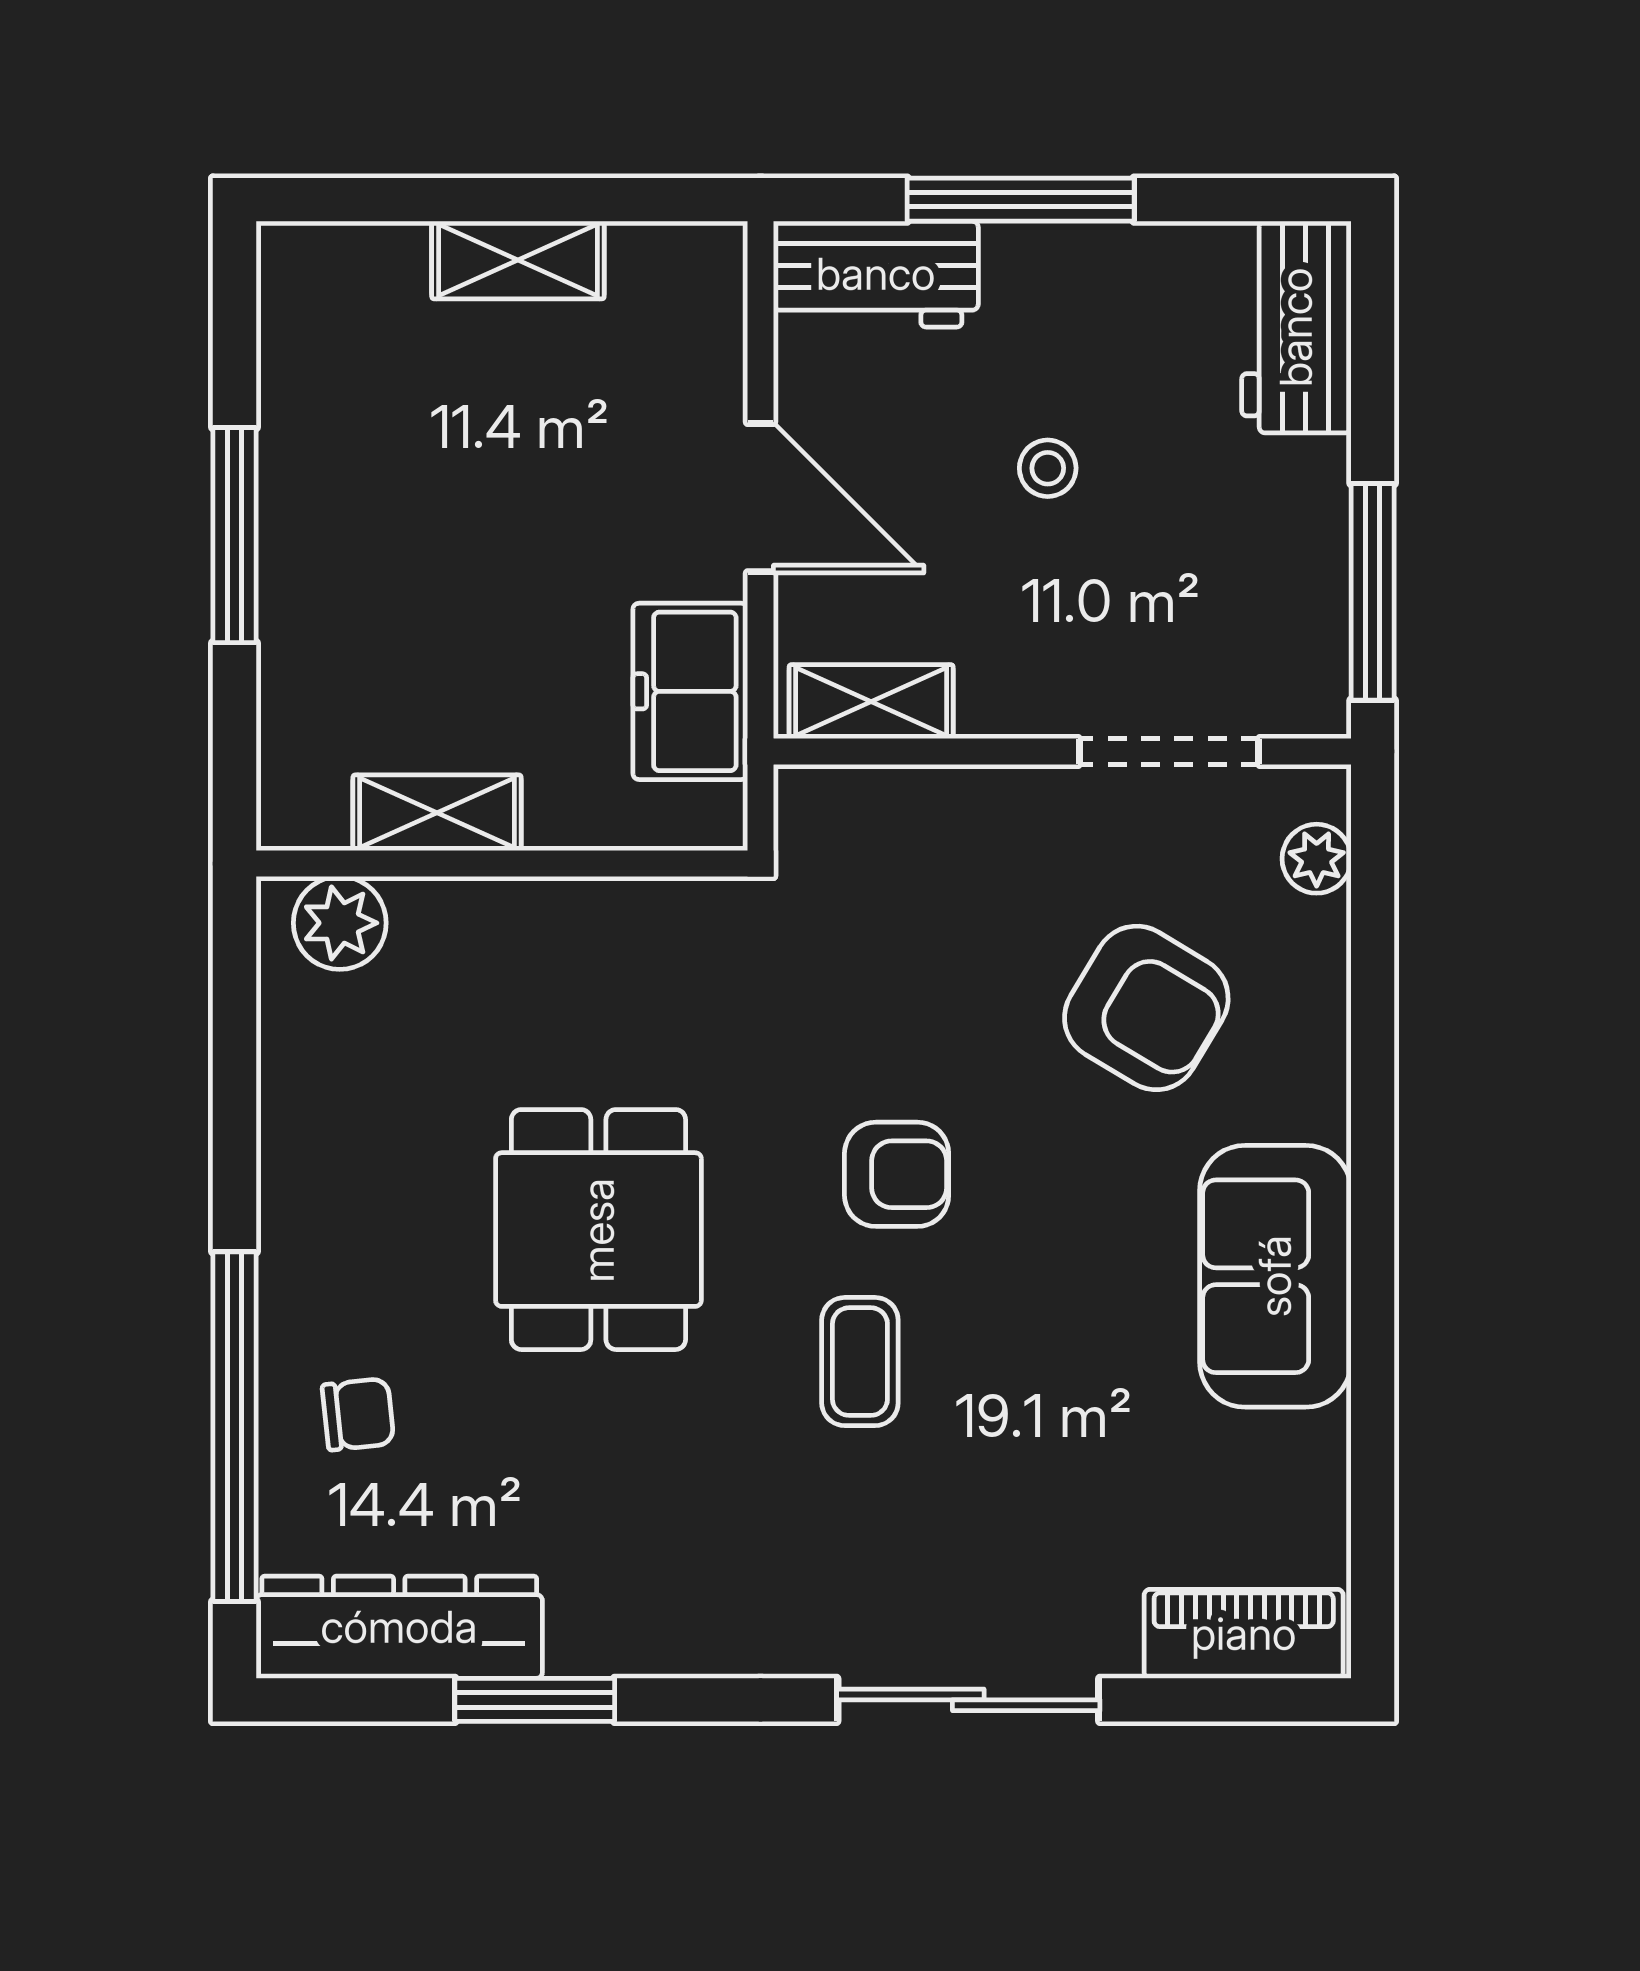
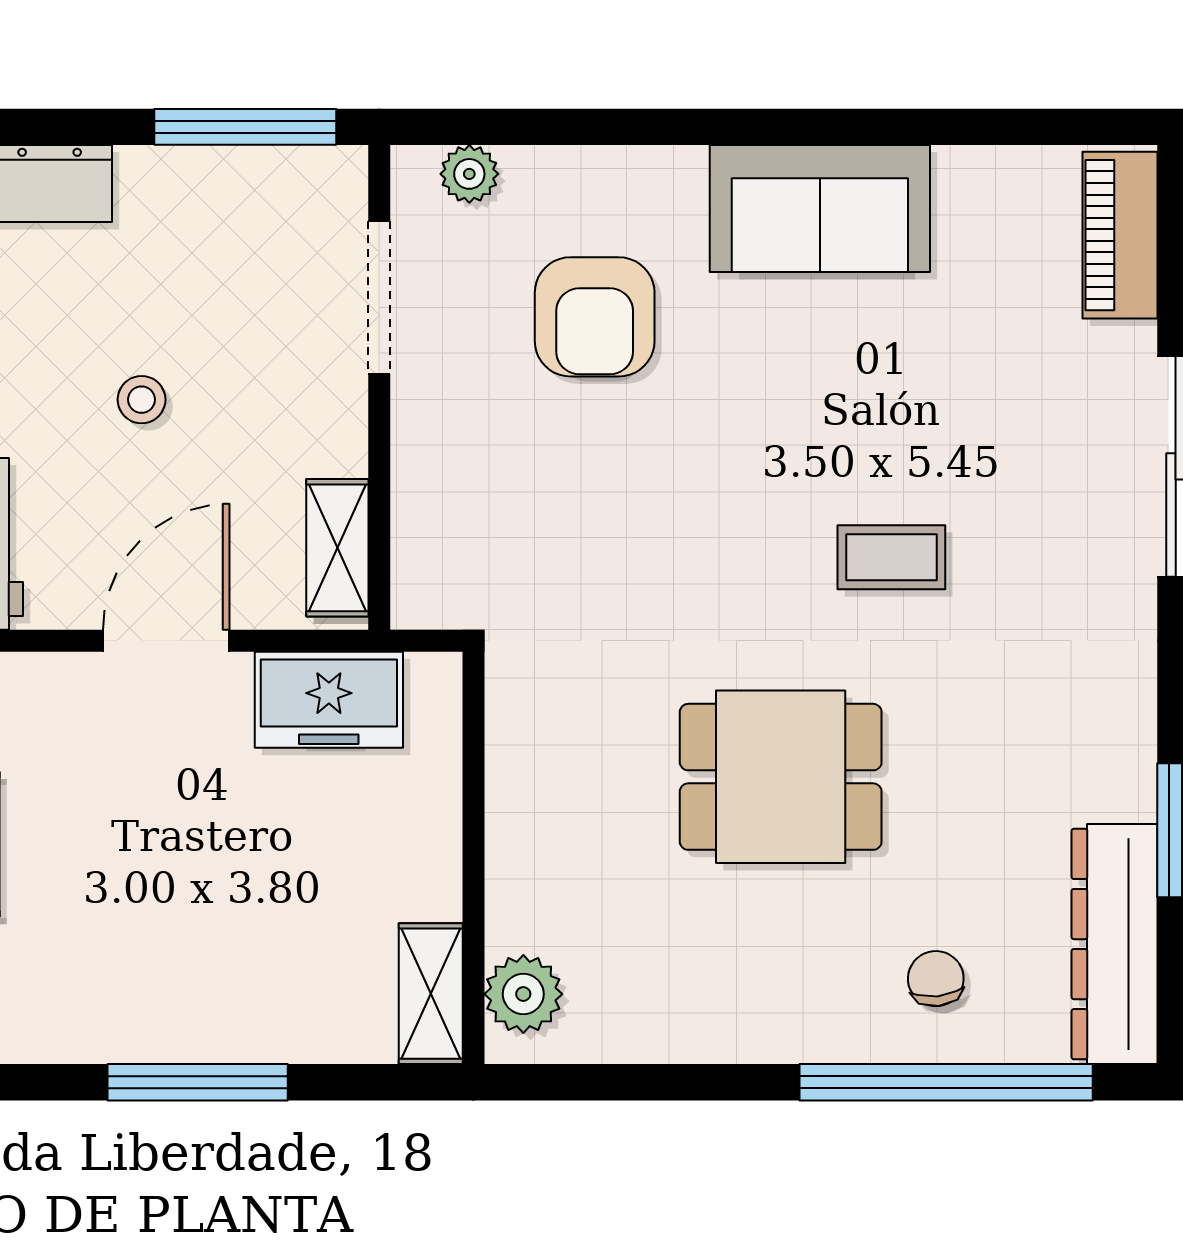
shelving: (437, 813) -> (431, 994), moved
armchair: (1146, 1008) -> (595, 317), turned 149
armchair: (897, 1174) -> (734, 527), removed

